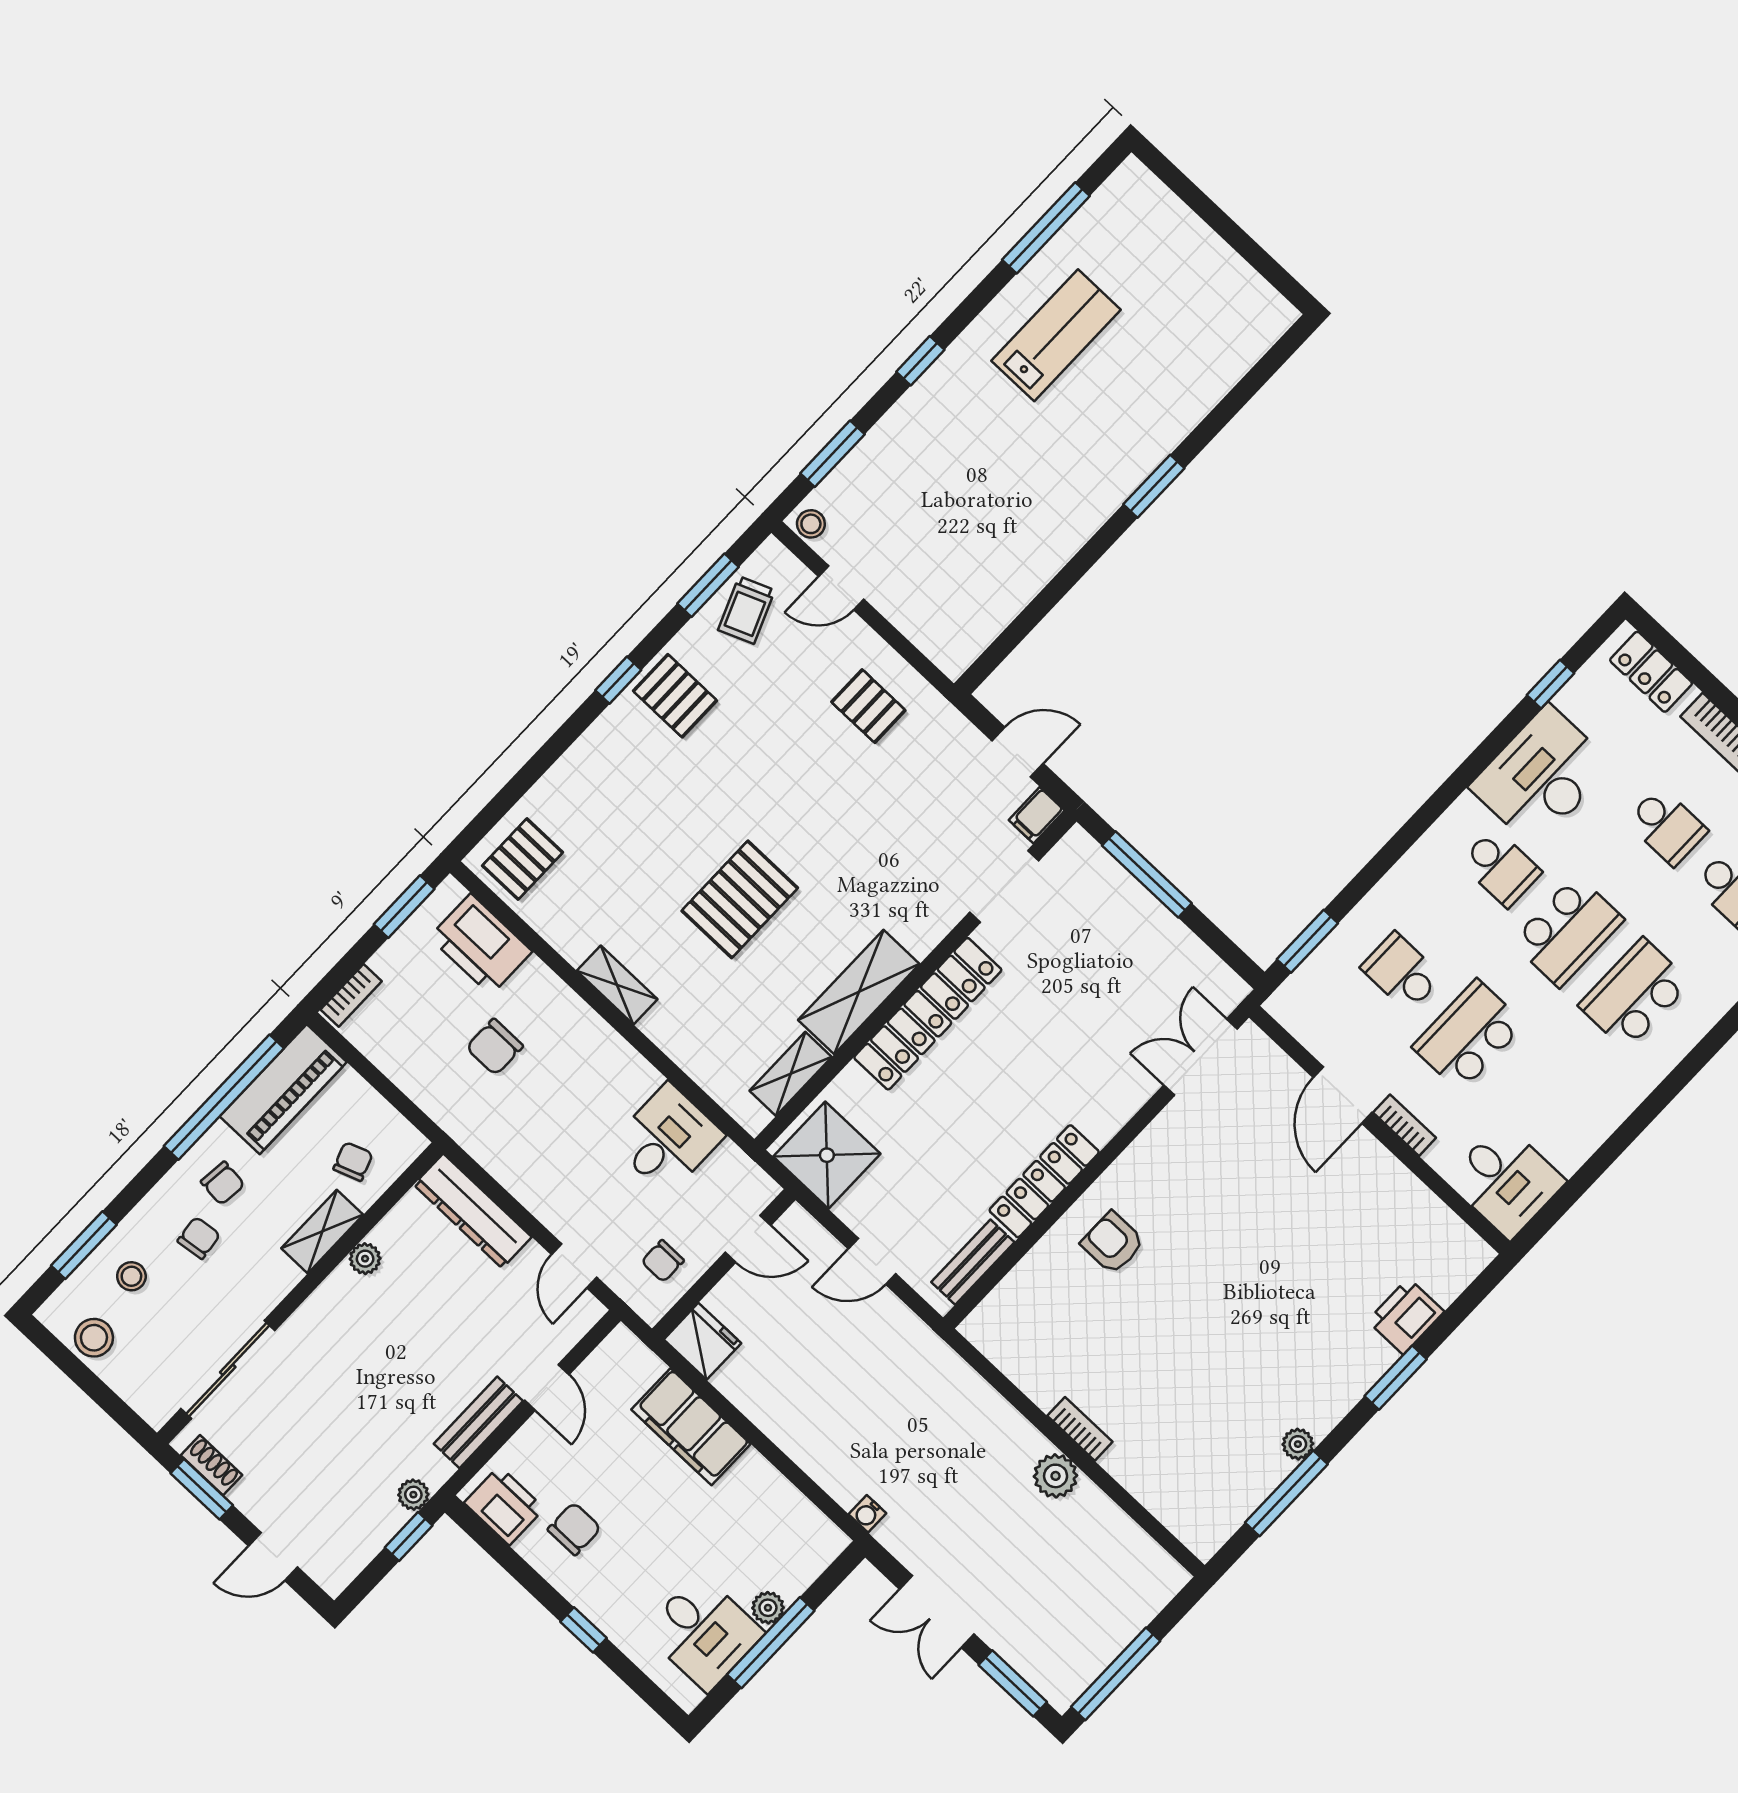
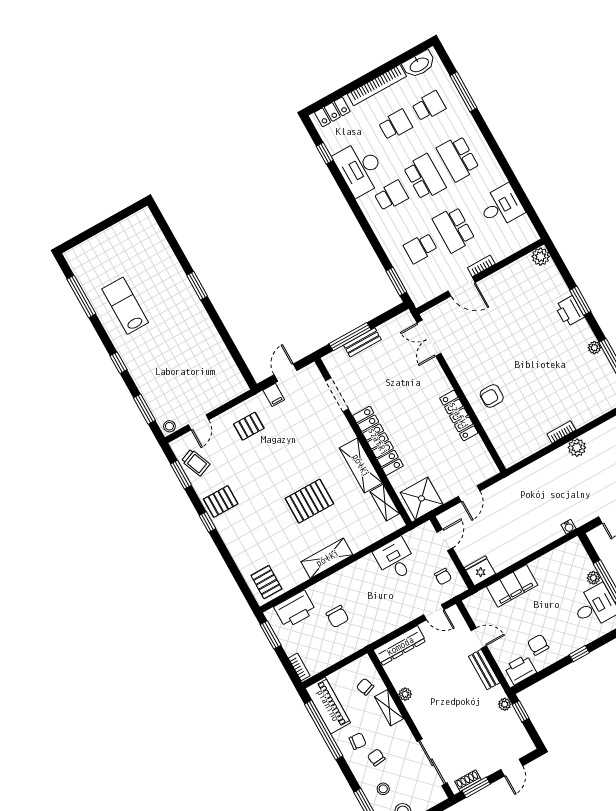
filing cabinet: (1037, 815) -> (274, 395), moved
pallet: (740, 899) -> (309, 501), turned 90
shelving: (617, 985) -> (327, 558), width x1.50, depth x1.33
desk: (1506, 1181) -> (501, 206), moved
plant: (1468, 1255) -> (541, 257), added
bench: (973, 1262) -> (362, 342), moved, turned 90
printer: (1406, 1316) -> (570, 311), moved

